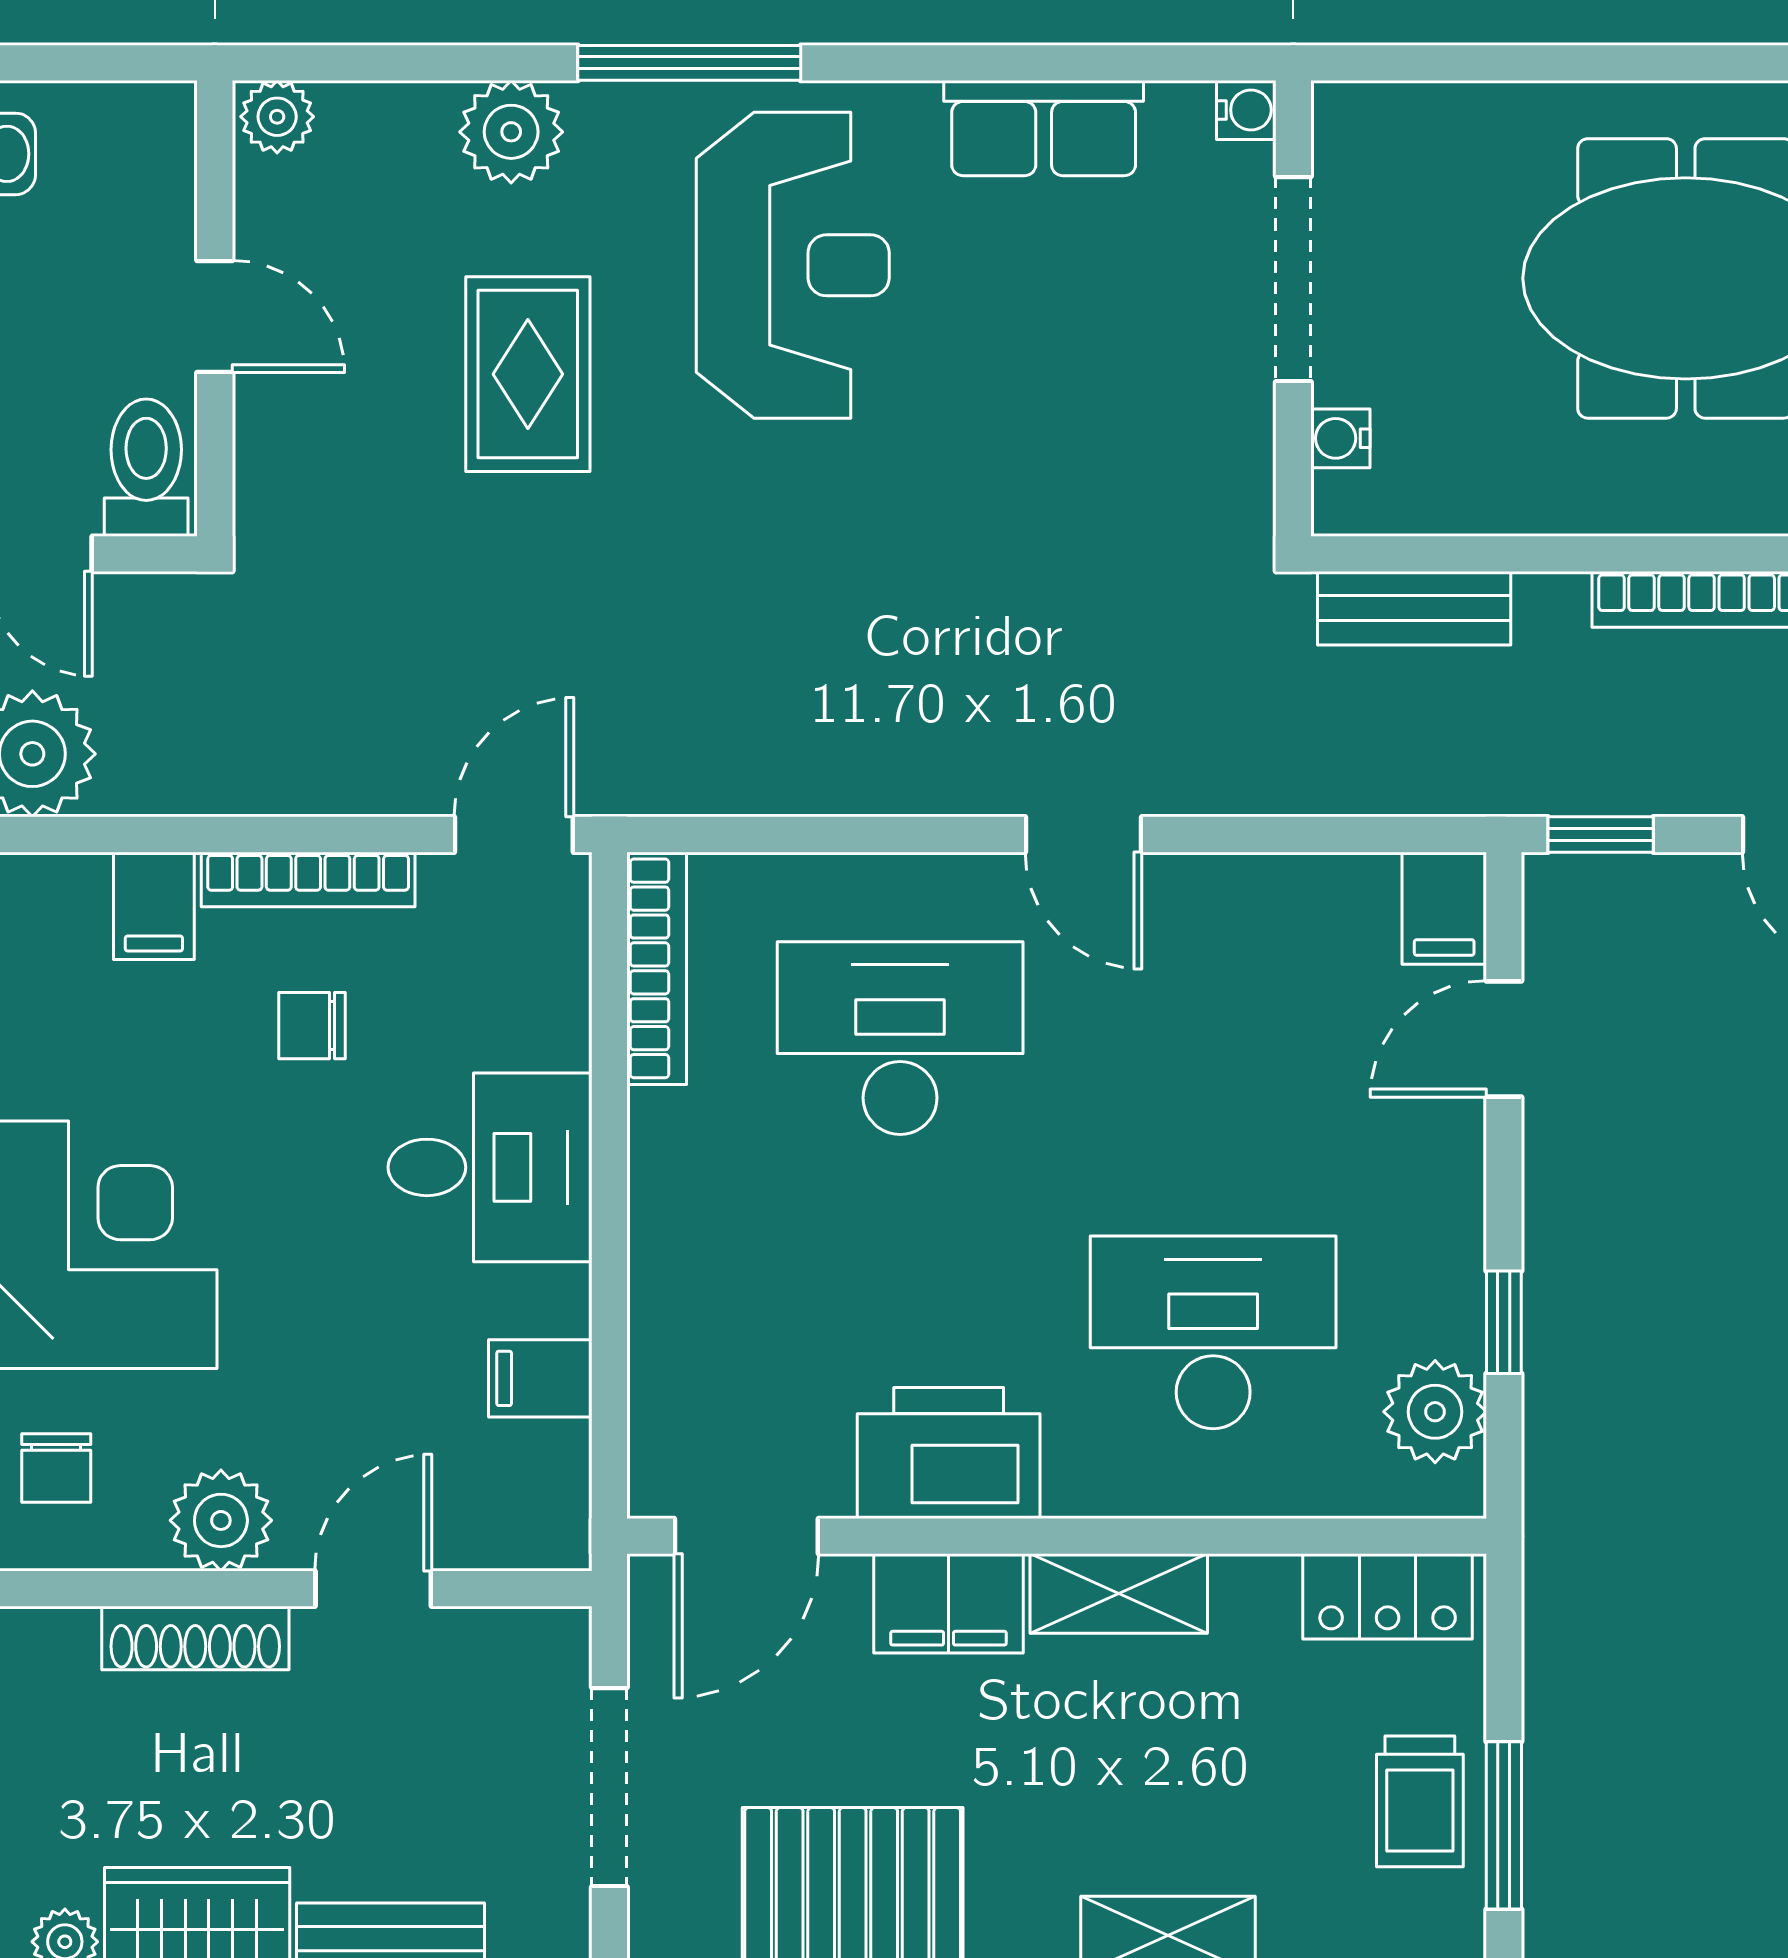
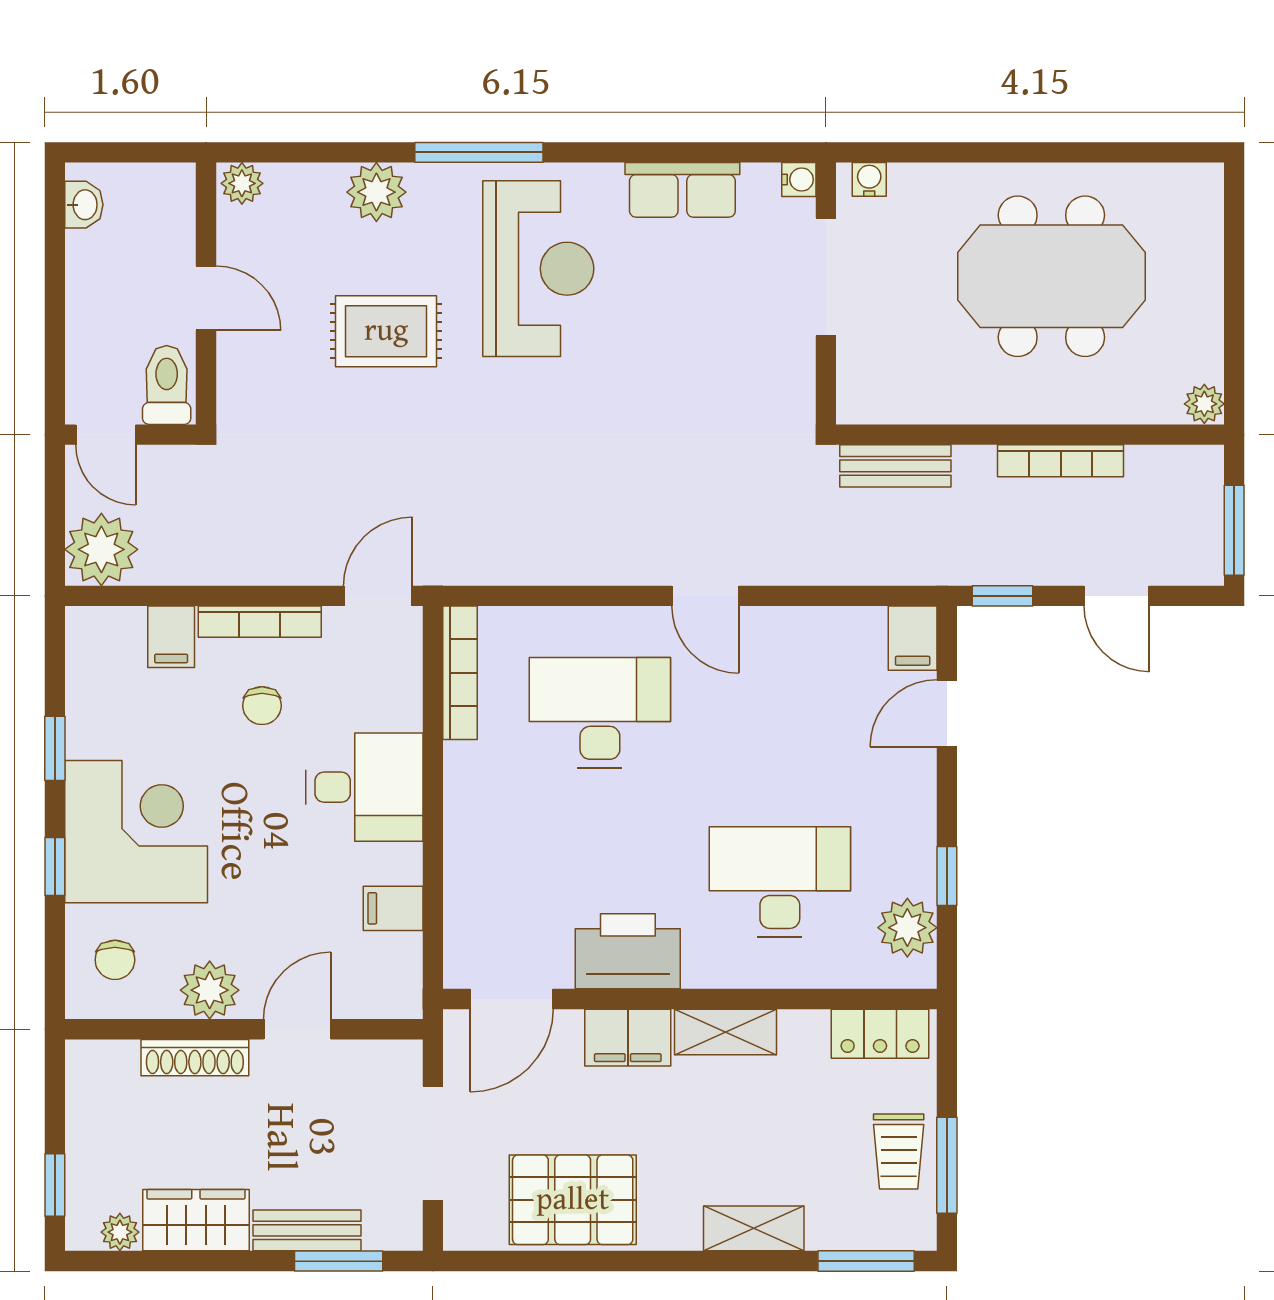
rug: (528, 374) -> (386, 331), turned 90
water cooler: (1340, 438) -> (869, 179), moved, turned 90
chair: (312, 1026) -> (262, 706), turned -90

